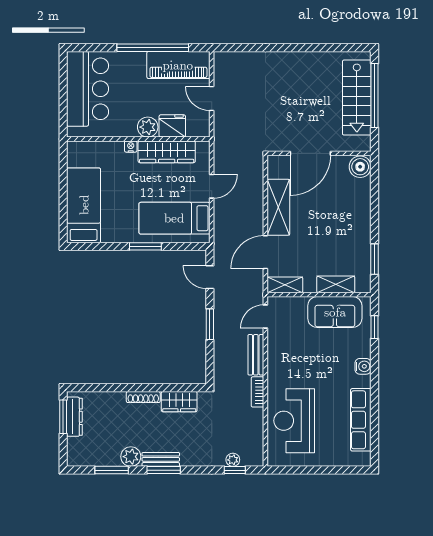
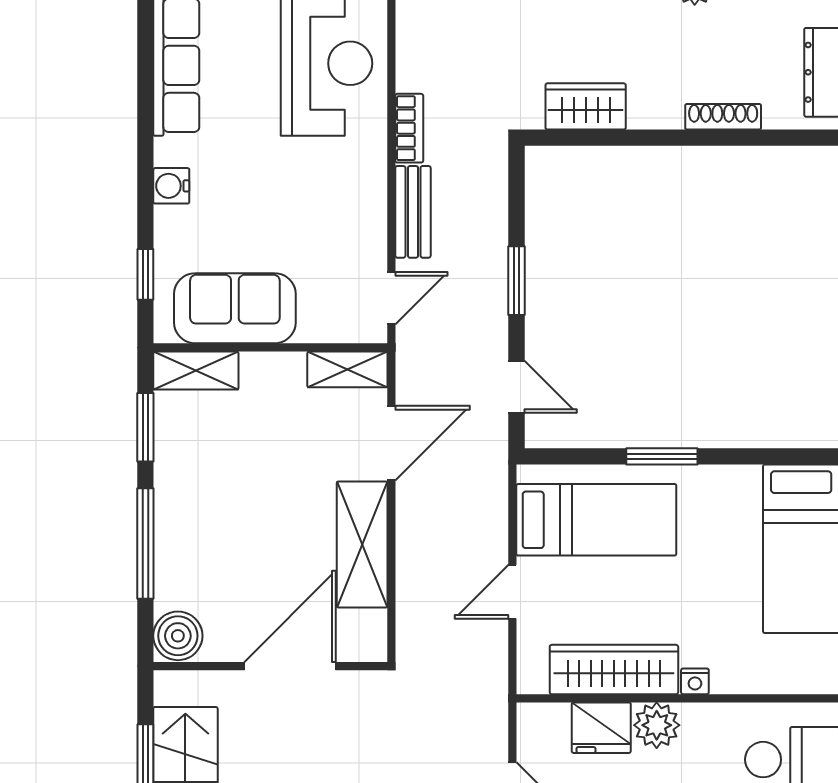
window: (375, 208) -> (145, 543), added
shelving: (336, 284) -> (196, 371), moved
shoe rack: (143, 397) -> (723, 117), moved

